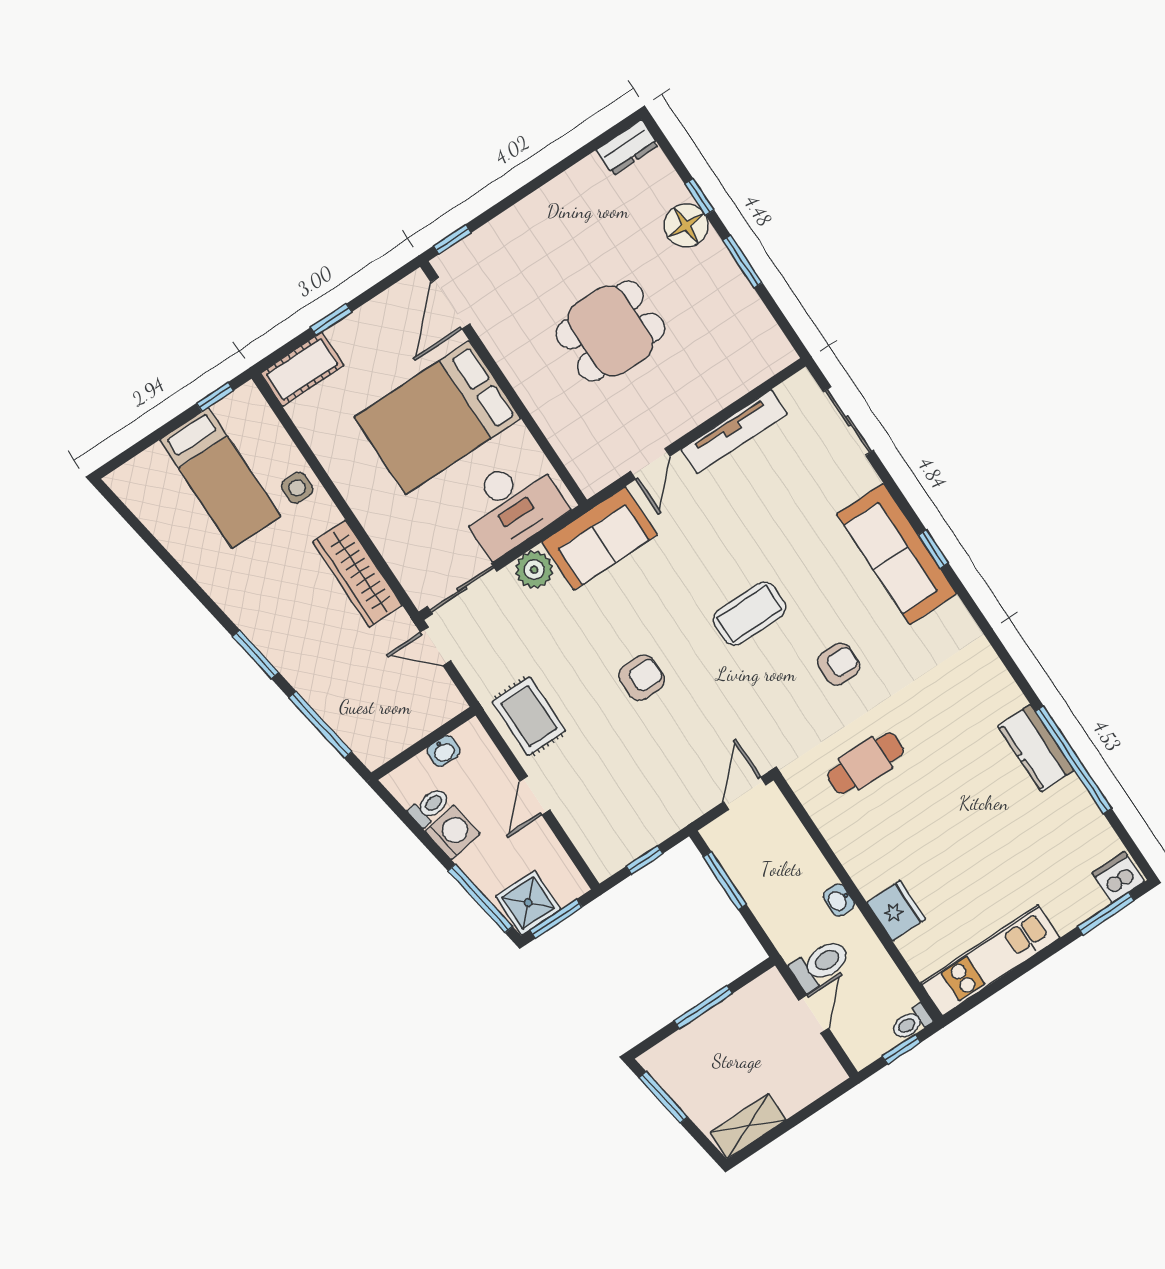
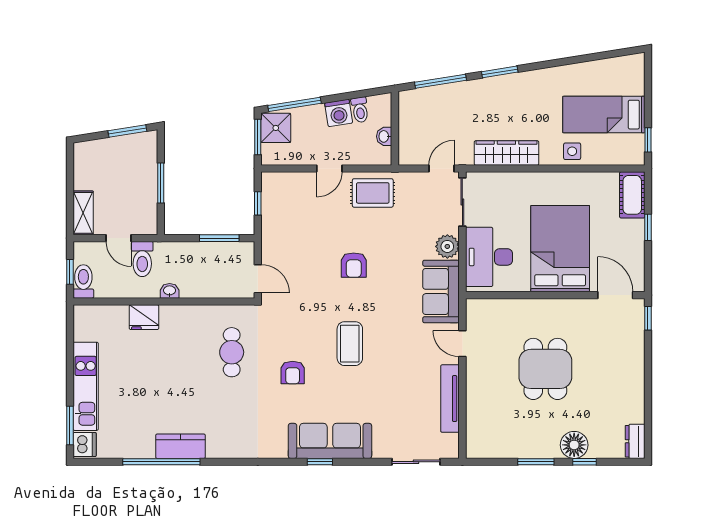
door: (535, 796) -> (329, 169), swing flipped
kitchen unit: (990, 960) -> (86, 386), moved
toilet: (911, 1023) -> (83, 281), width x1.37, depth x1.39
shelving: (748, 1126) -> (83, 213), moved

